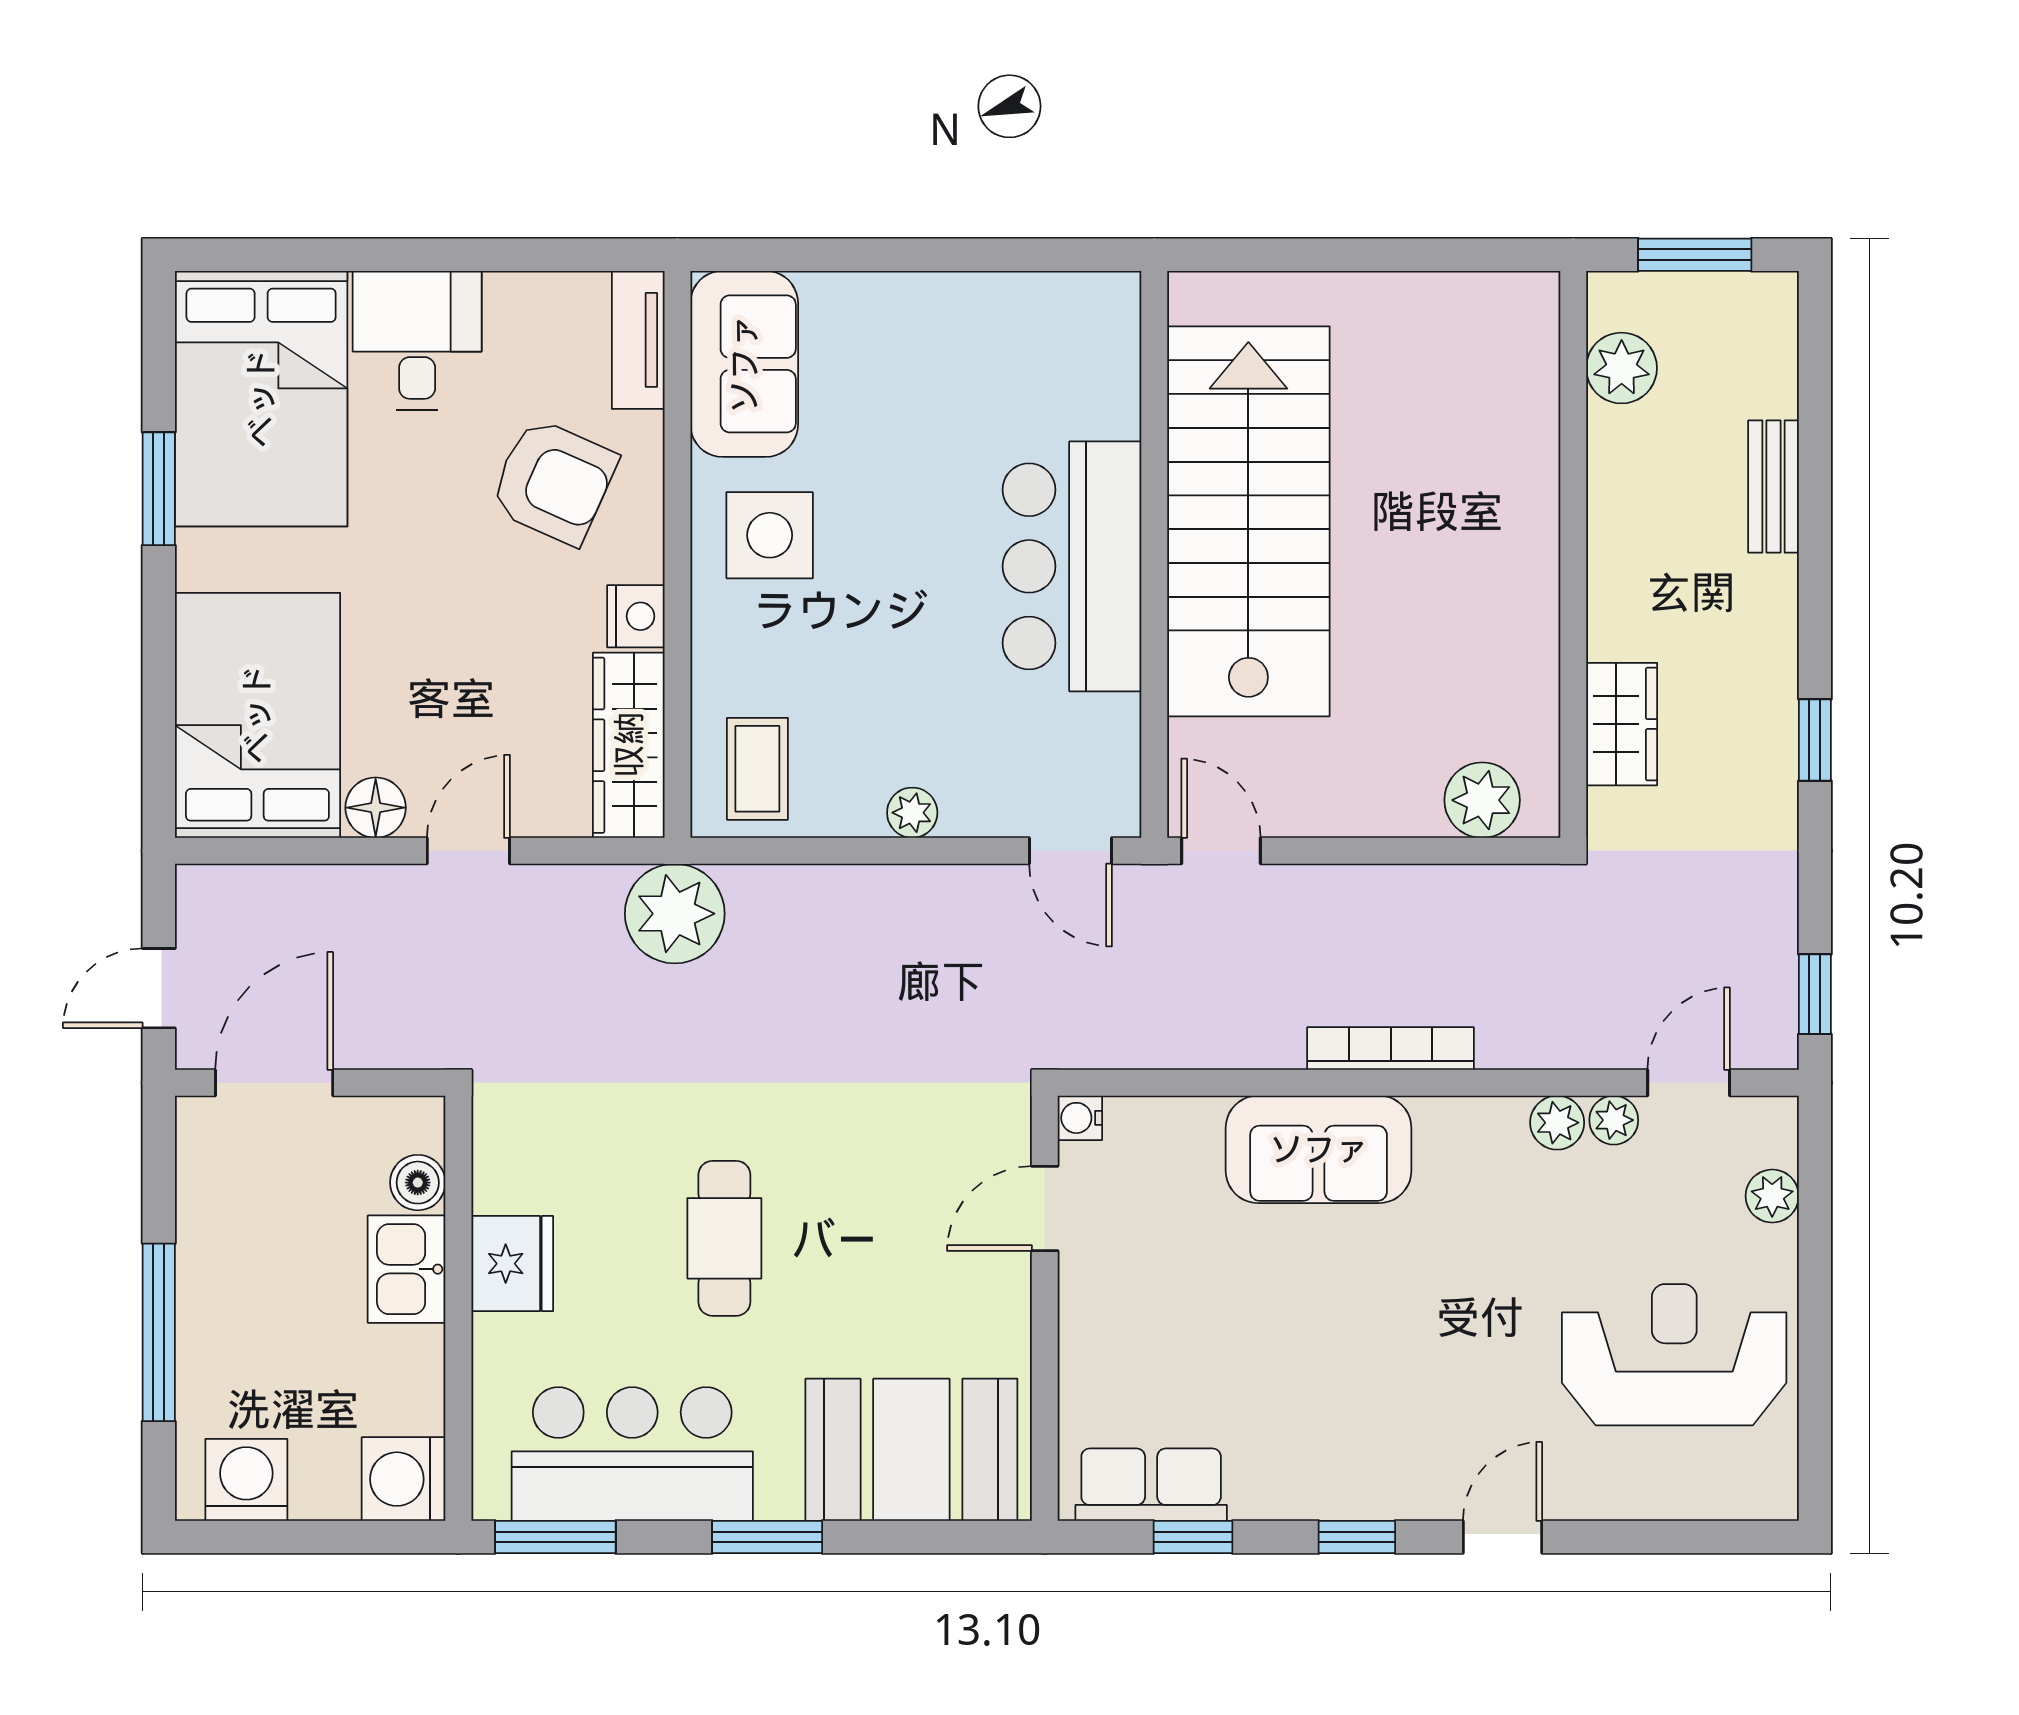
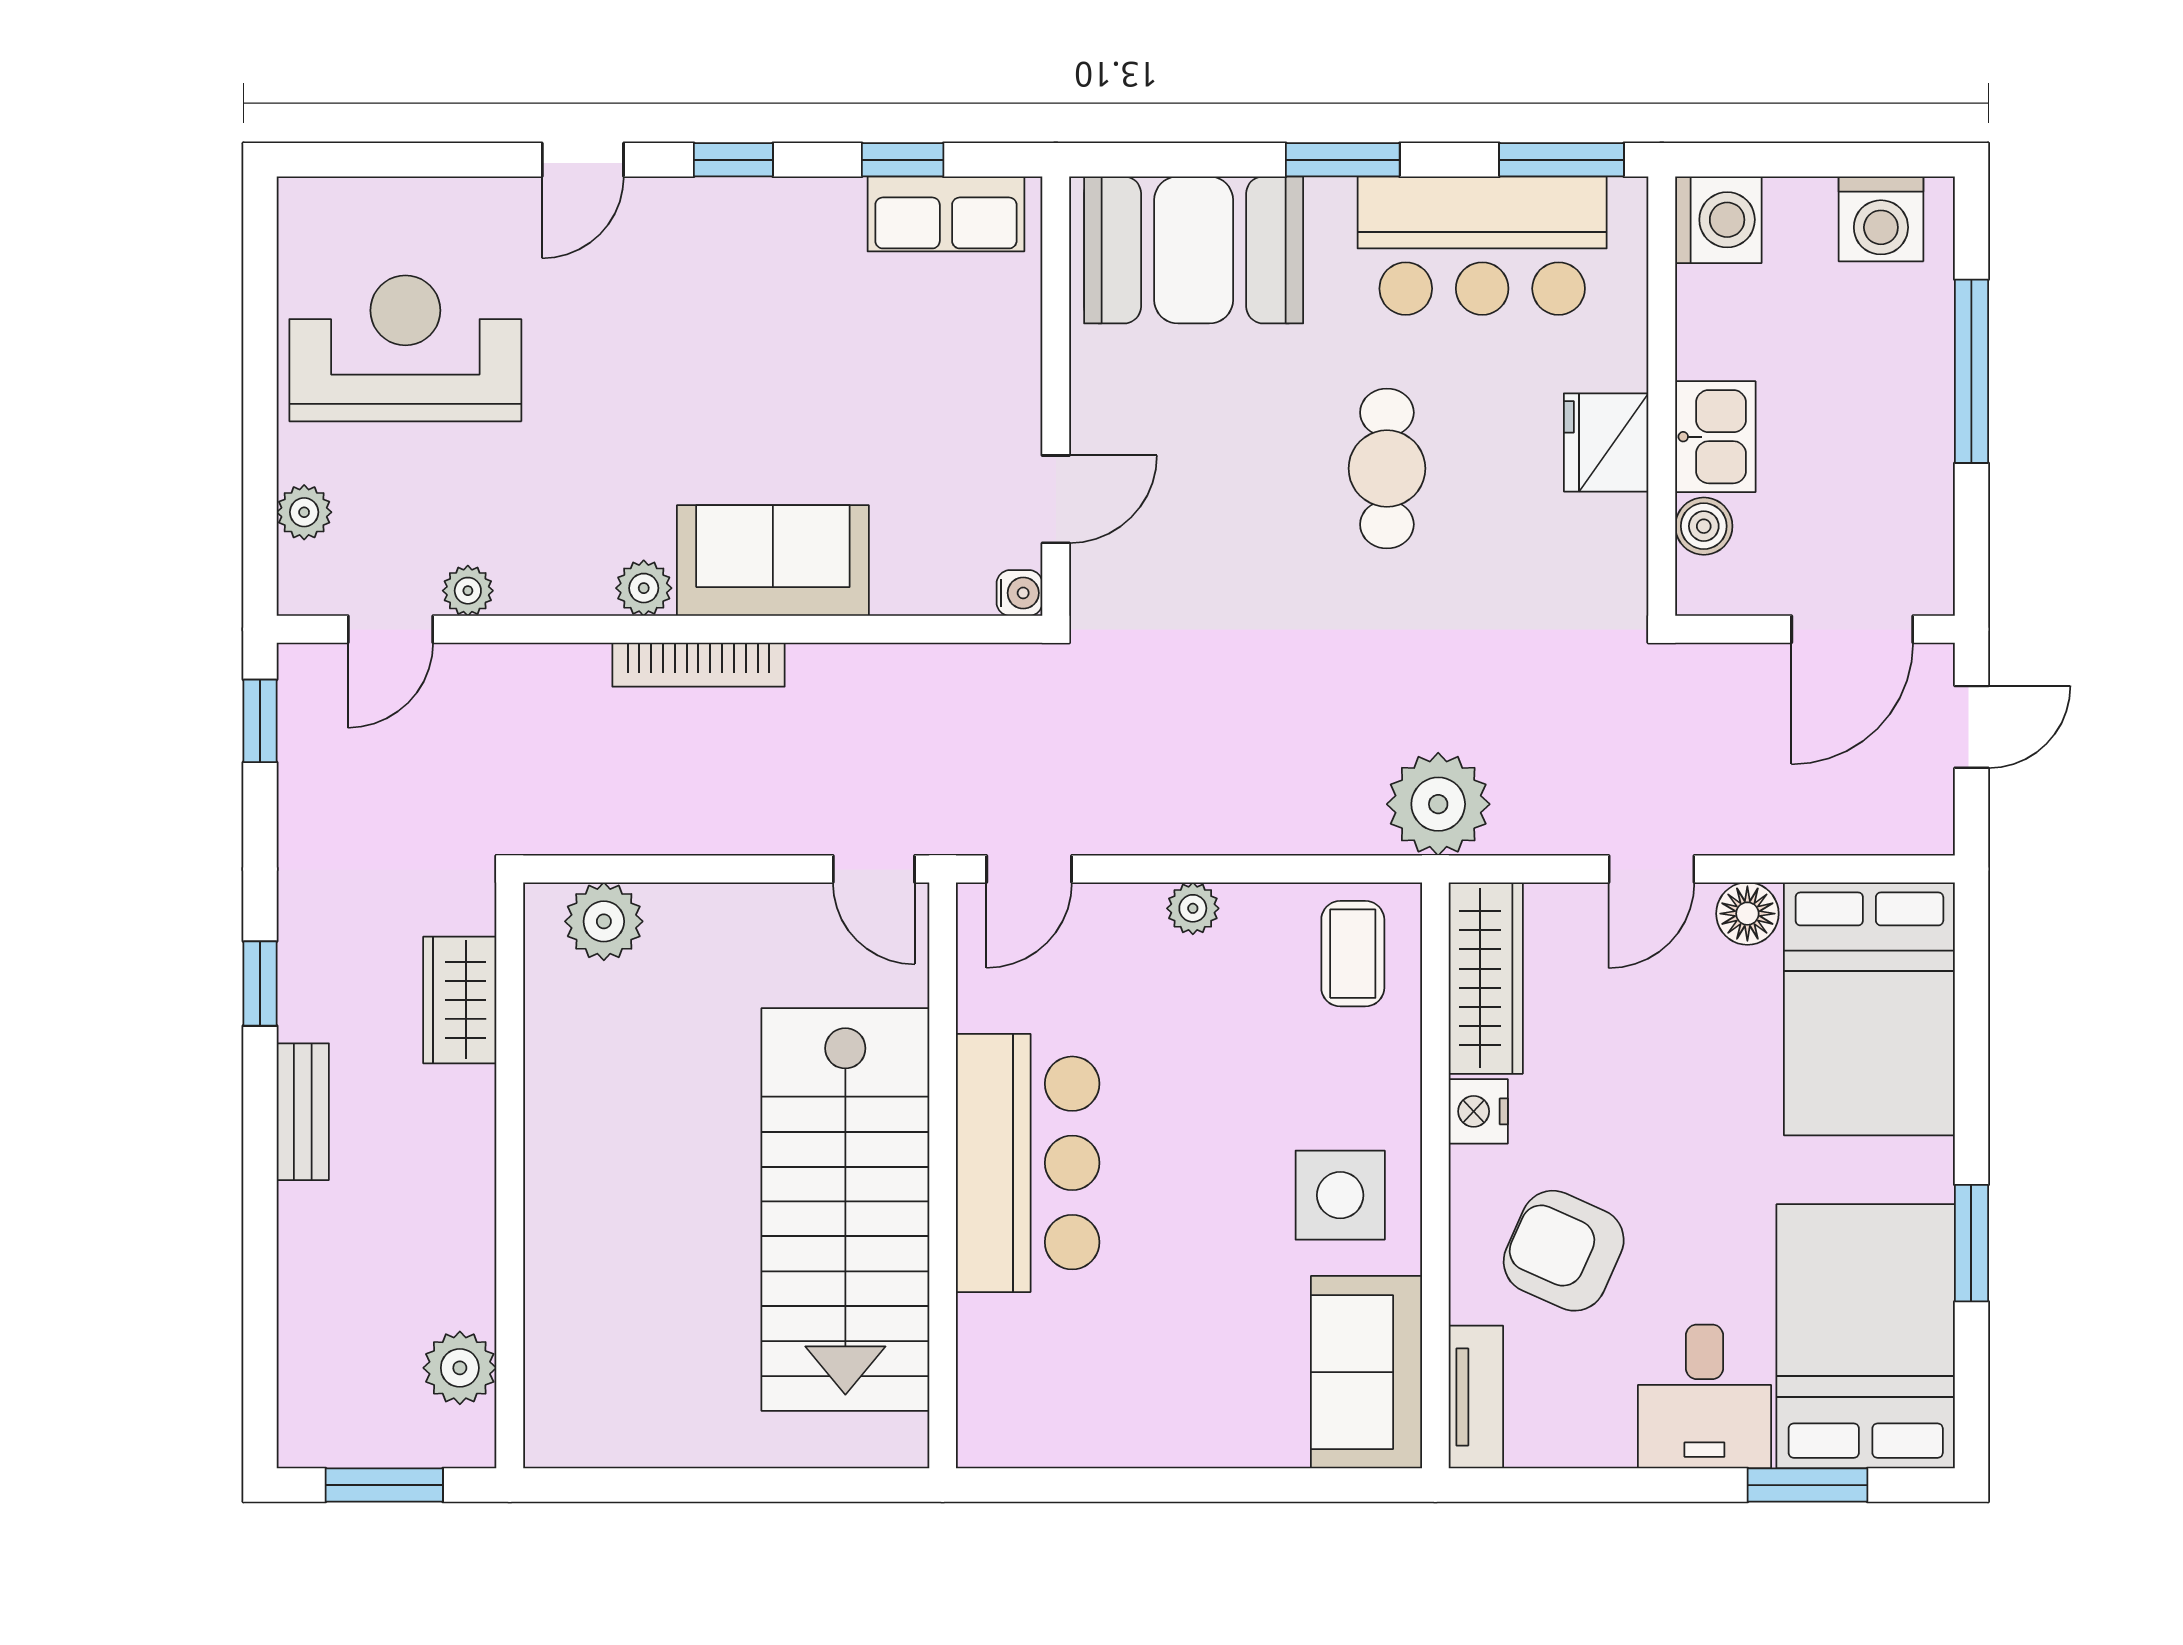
window: (317, 255) -> (1807, 1485), added
bench: (1773, 487) -> (303, 1112), moved
door: (1071, 851) -> (1029, 869), swing flipped
plant: (1557, 1123) -> (644, 588), moved
reception desk: (1674, 1355) -> (405, 348), turned 180

